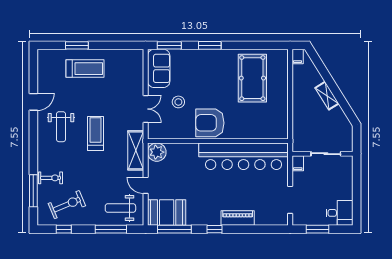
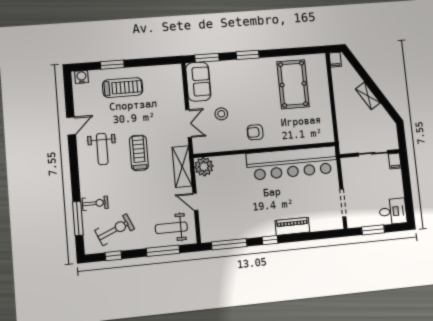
water cooler: (47, 55) -> (82, 77), added
armchair: (210, 123) -> (255, 132), width x0.53, depth x0.53
filing cabinet: (298, 163) -> (395, 161), moved
booth: (167, 212) -> (220, 228), removed

